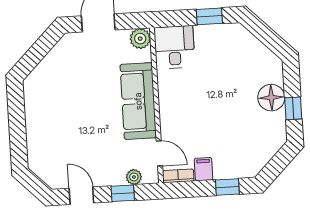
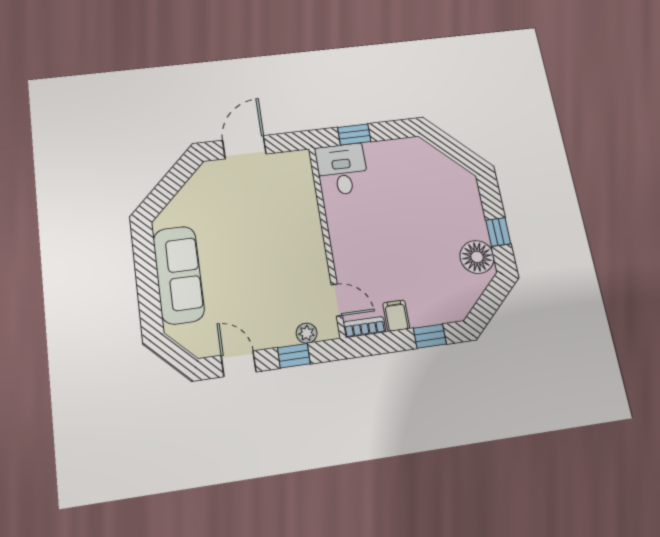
window: (209, 16) -> (354, 134), moved
plant: (140, 39) -> (298, 162), removed
floor lamp: (271, 98) -> (477, 257), moved
sofa: (138, 101) -> (179, 275), moved, turned 180

